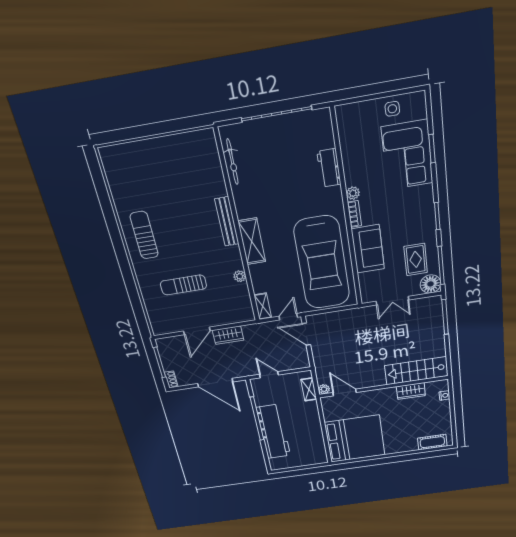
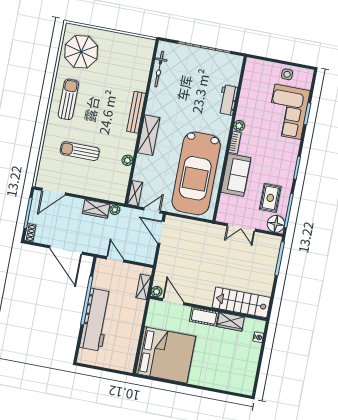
parasol: (132, 176) -> (81, 52), added
plant: (248, 330) -> (115, 210), added
door: (197, 331) -> (54, 192), moved
cot: (432, 442) -> (204, 317), moved

